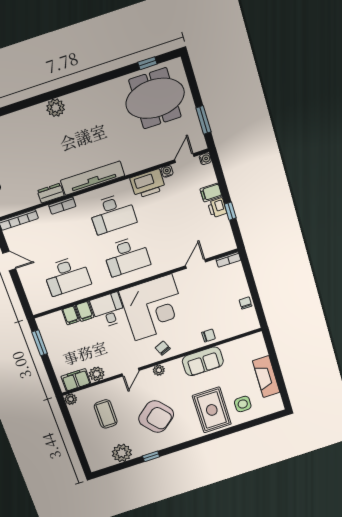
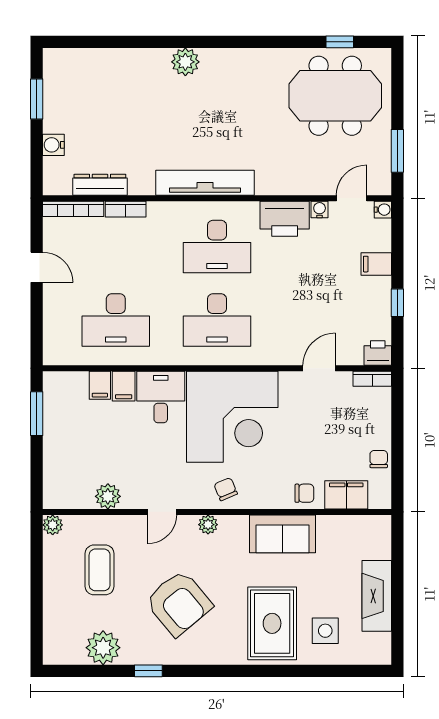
dresser: (51, 193) -> (100, 185), moved, width x1.44
bookcase: (62, 206) -> (126, 209), moved
printer: (217, 208) -> (378, 353), moved, turned 90
filing cabinet: (76, 380) -> (346, 495), moved

